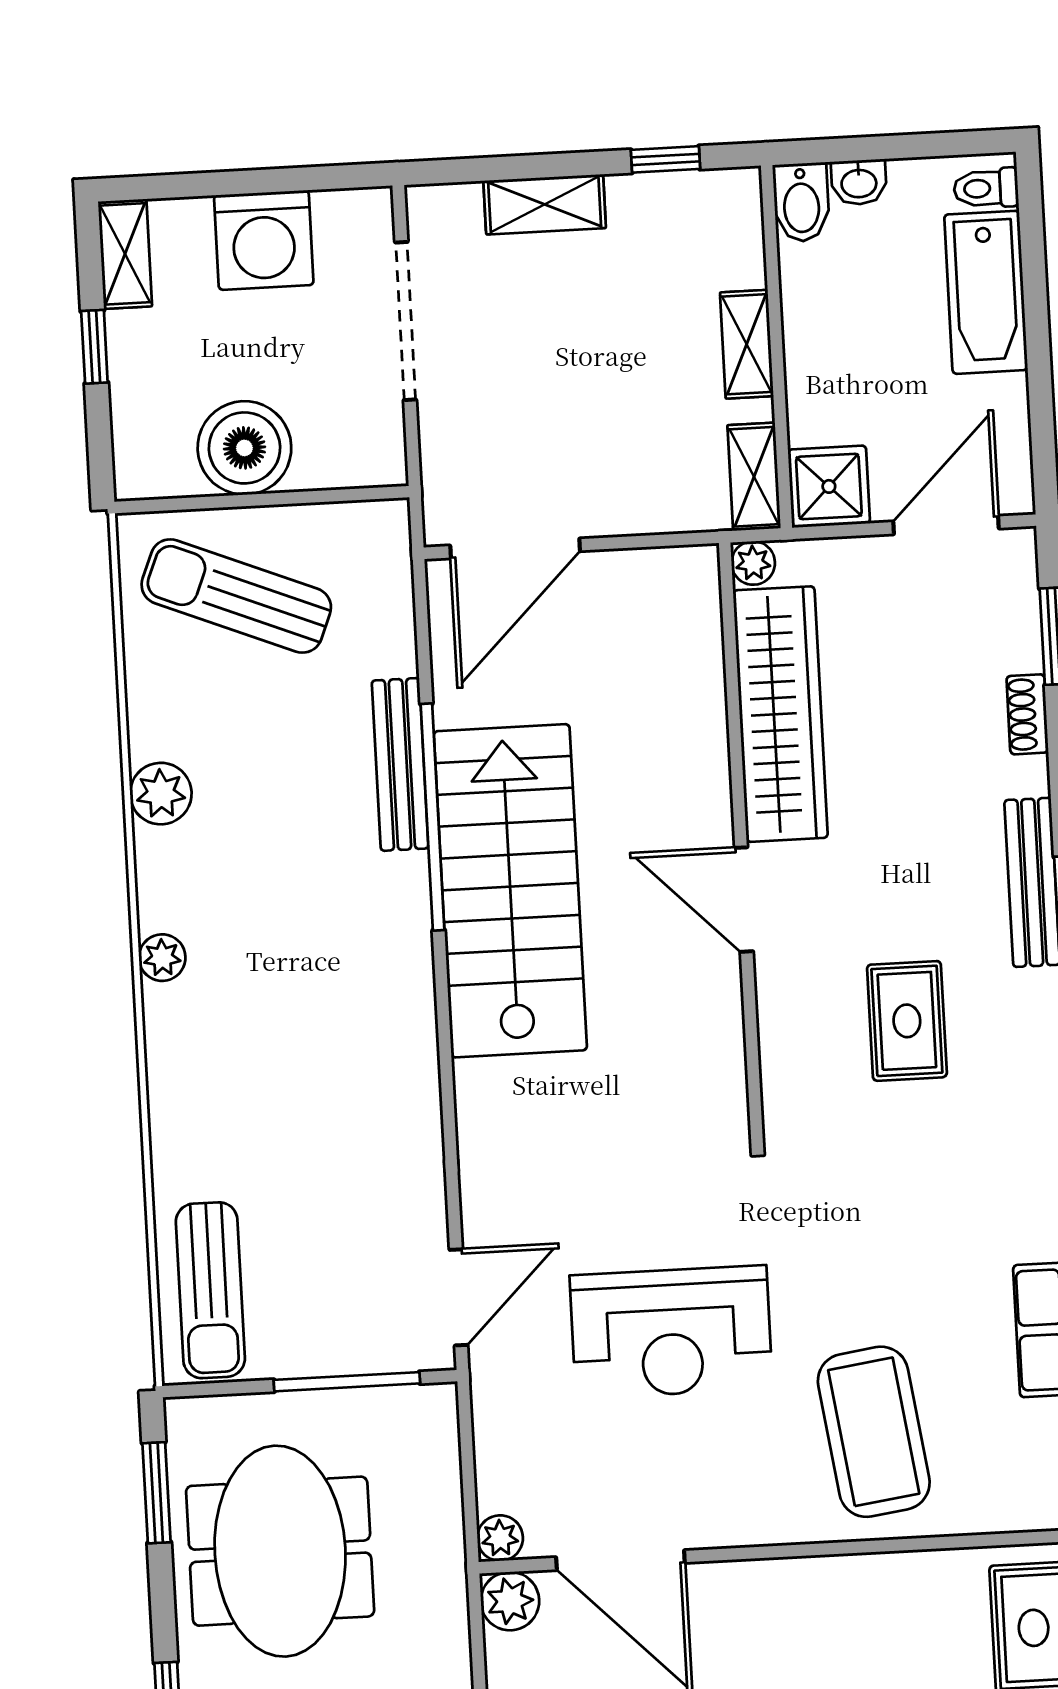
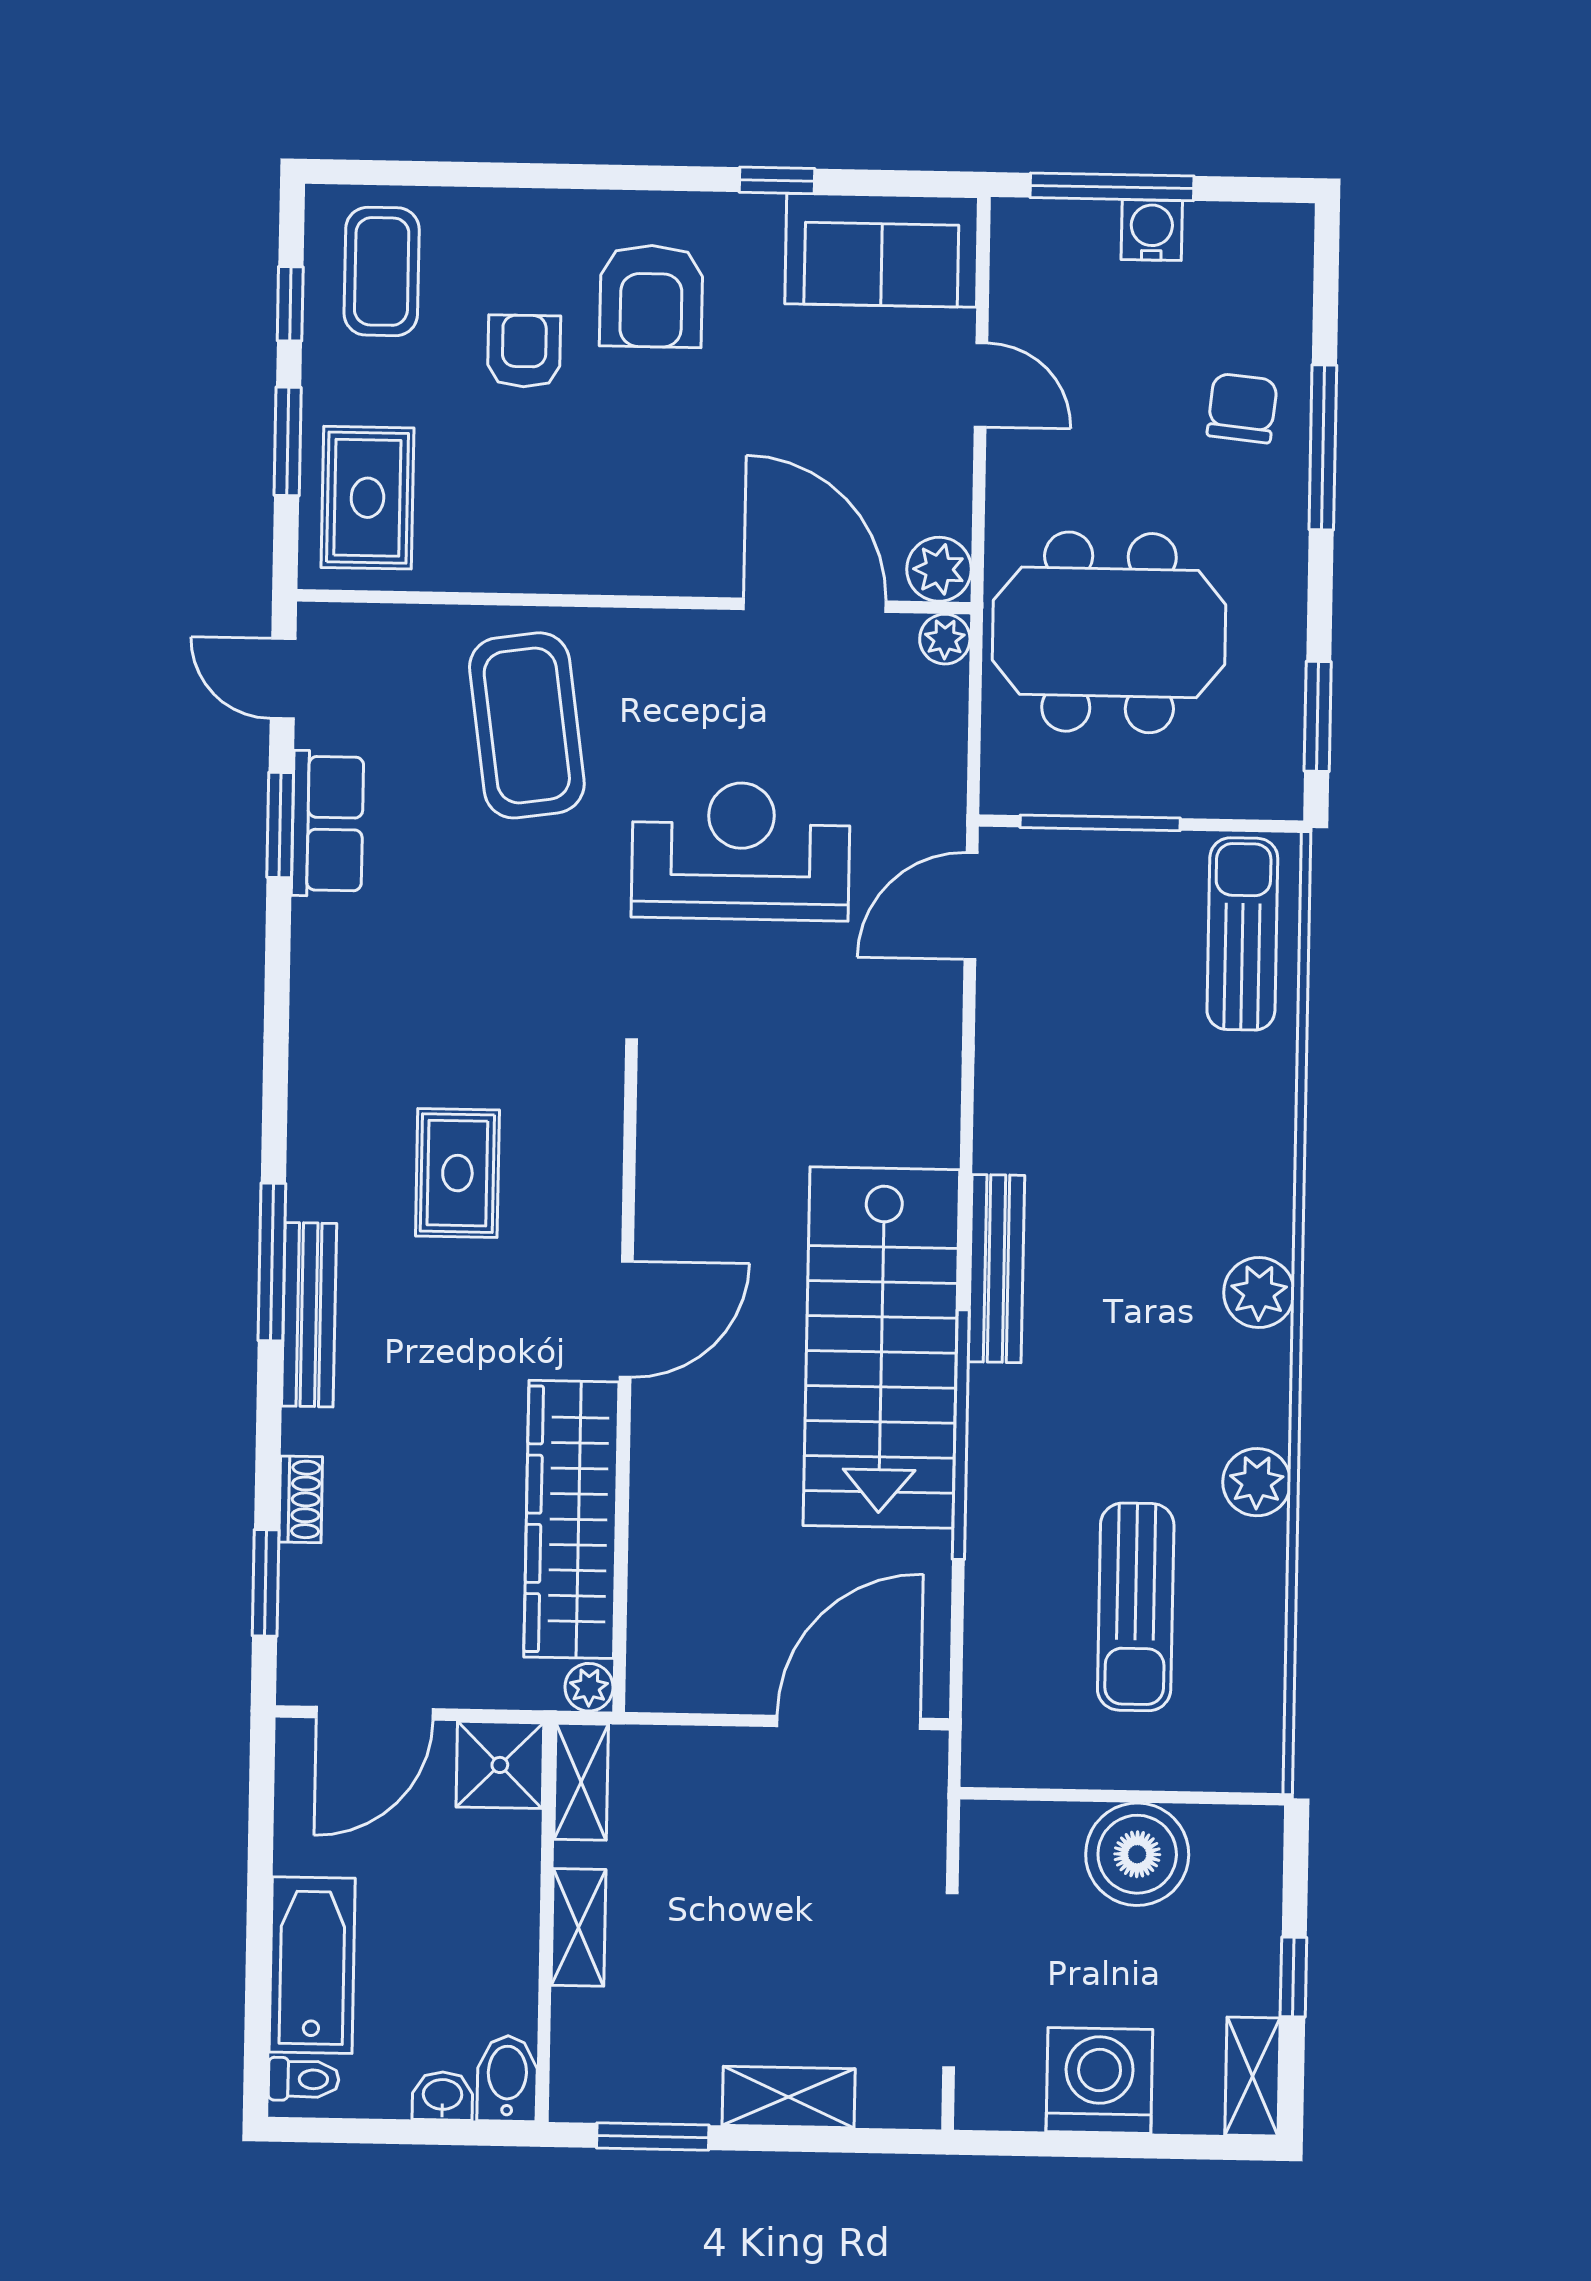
window: (665, 159) -> (653, 2137), width x1.50
sun lounger: (236, 596) -> (1136, 1607), moved, turned 68
bench: (400, 764) -> (997, 1269), moved
door: (744, 900) -> (626, 1319), hinge flipped
plant: (162, 958) -> (1259, 1293), width x1.38, depth x1.38
meeting table: (280, 1551) -> (1109, 632), moved, turned 90

